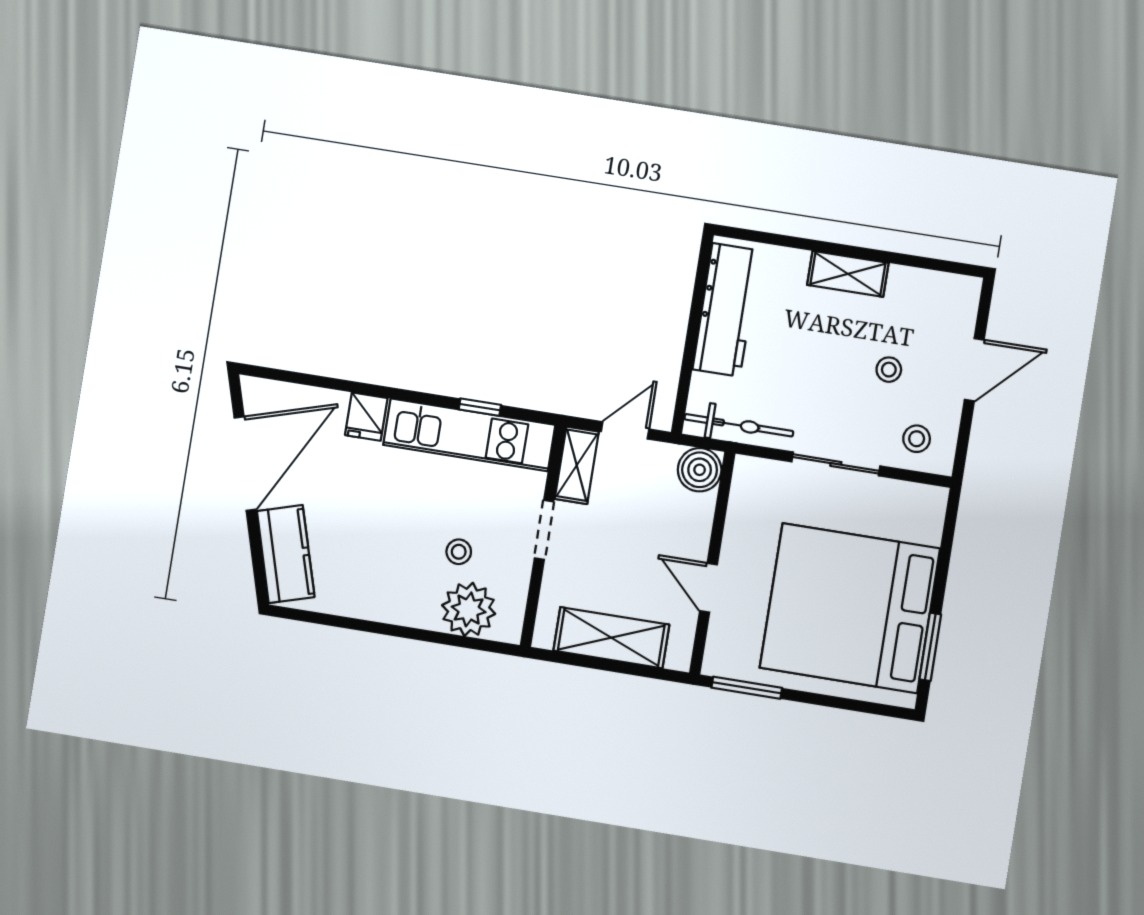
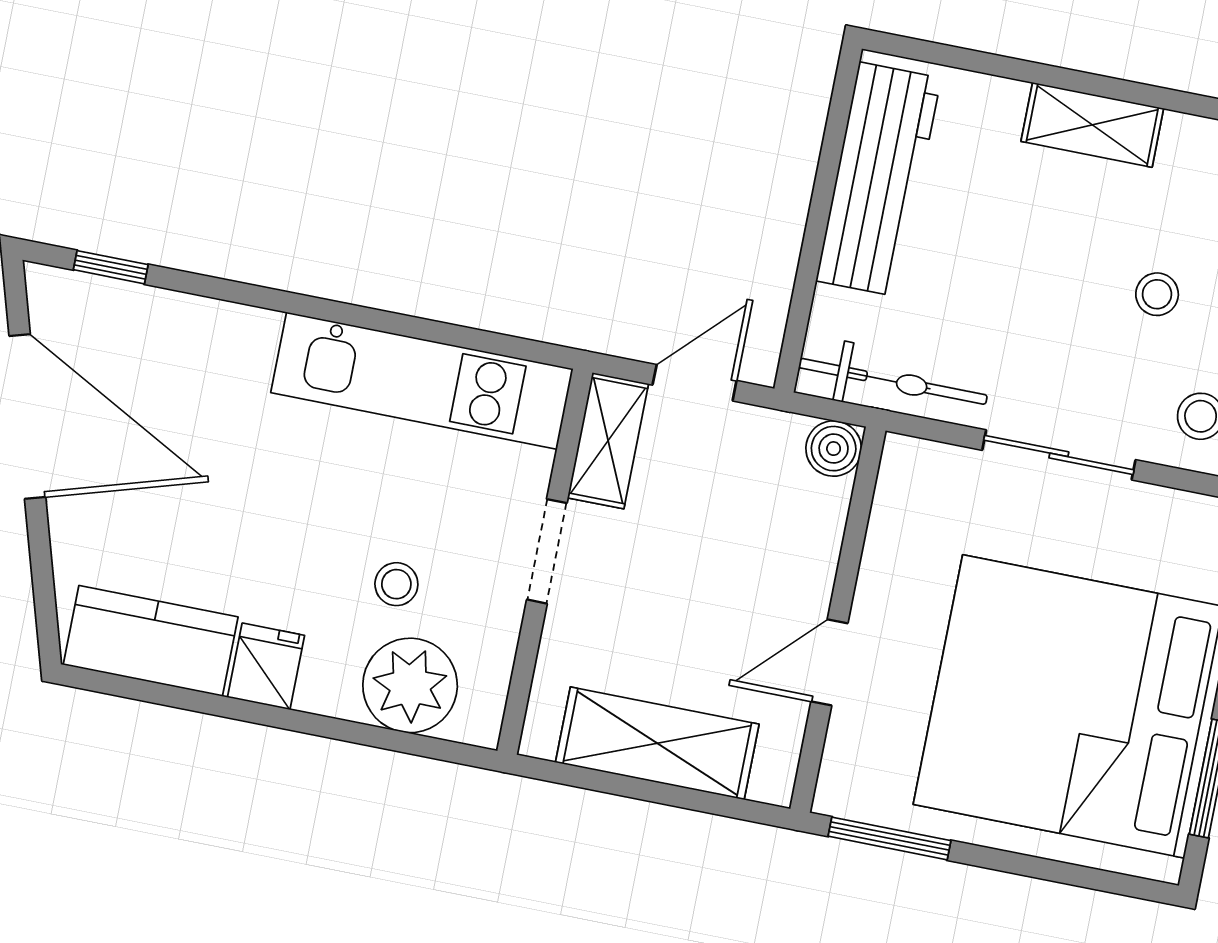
window: (480, 407) -> (111, 267), moved
fridge: (366, 417) -> (266, 666), moved, turned 180
door: (245, 464) -> (27, 416), hinge flipped
boiler: (700, 470) -> (834, 449), width x0.73, depth x0.73
kitchen counter: (286, 554) -> (151, 641), moved, turned -73
door: (708, 588) -> (829, 662), hinge flipped

